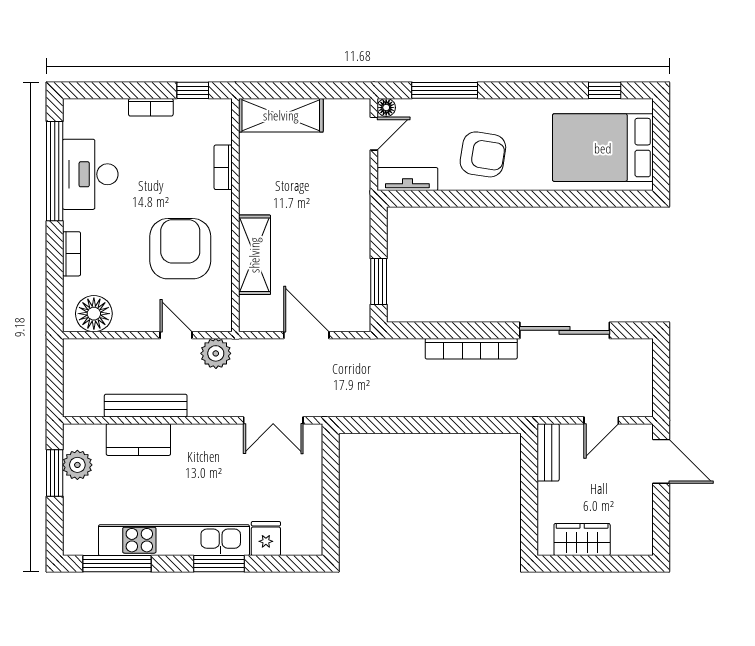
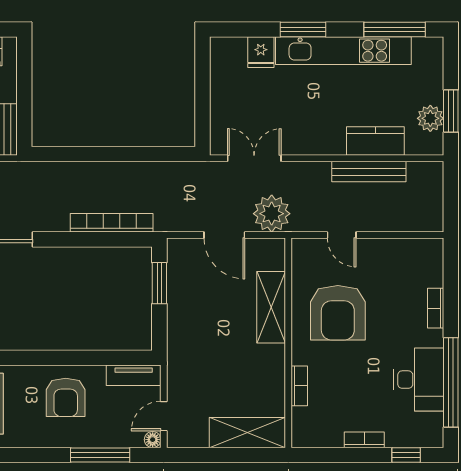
window: (193, 90) -> (406, 455), moved
armchair: (483, 154) -> (66, 397), turned -99
floor lamp: (94, 314) -> (415, 254), removed
bookcase: (471, 349) -> (112, 223), moved
plant: (216, 353) -> (272, 214), moved, width x1.36, depth x1.36

